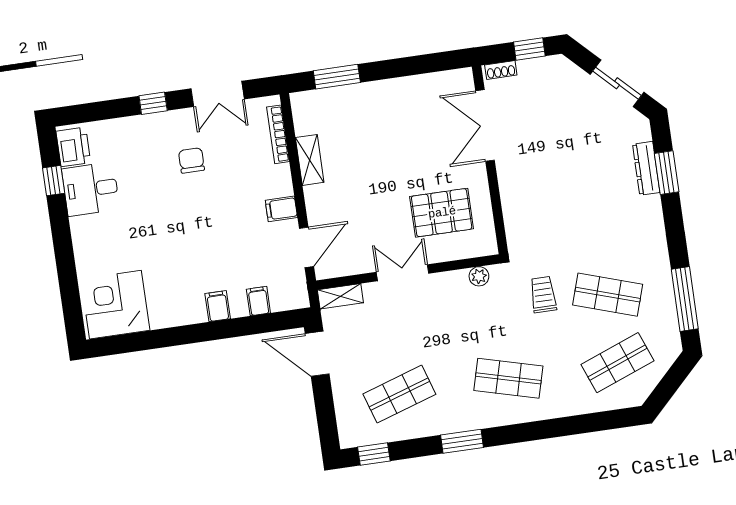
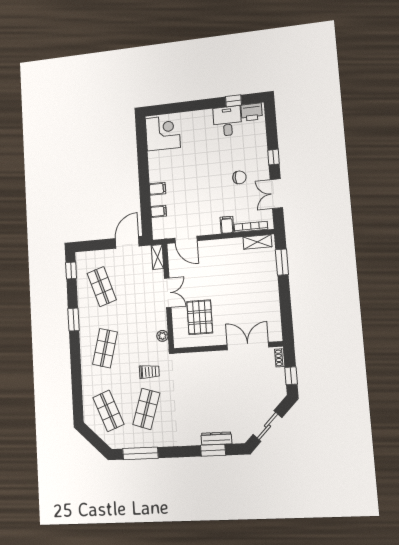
shelving: (310, 160) -> (257, 242), moved
filing cabinet: (281, 209) -> (227, 225), moved

